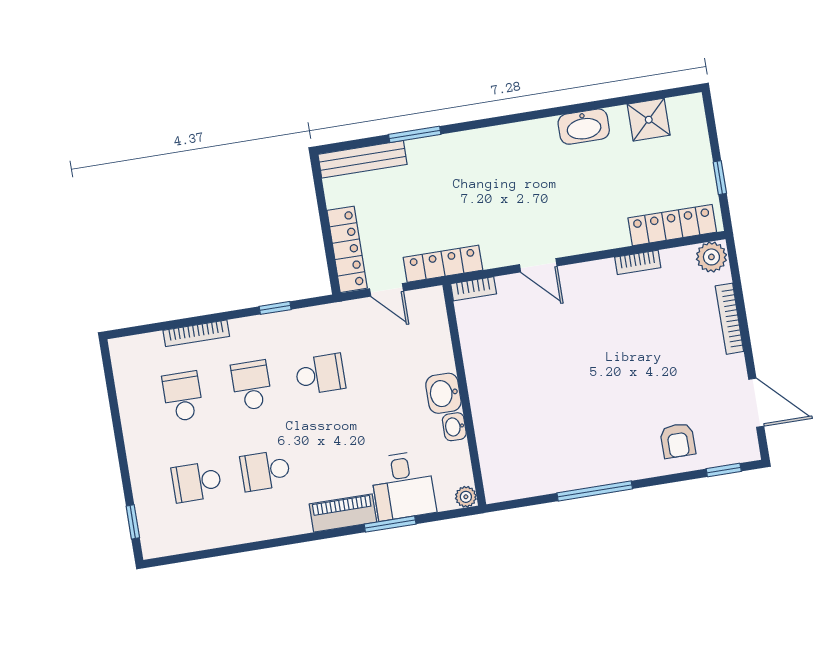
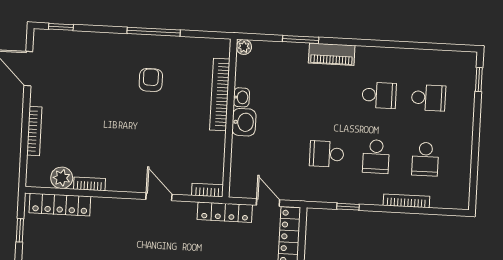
plant: (711, 257) -> (62, 178), moved
bookcase: (485, 424) -> (220, 95), added
armchair: (678, 441) -> (151, 80), moved
desk: (403, 486) -> (286, 64), removed

